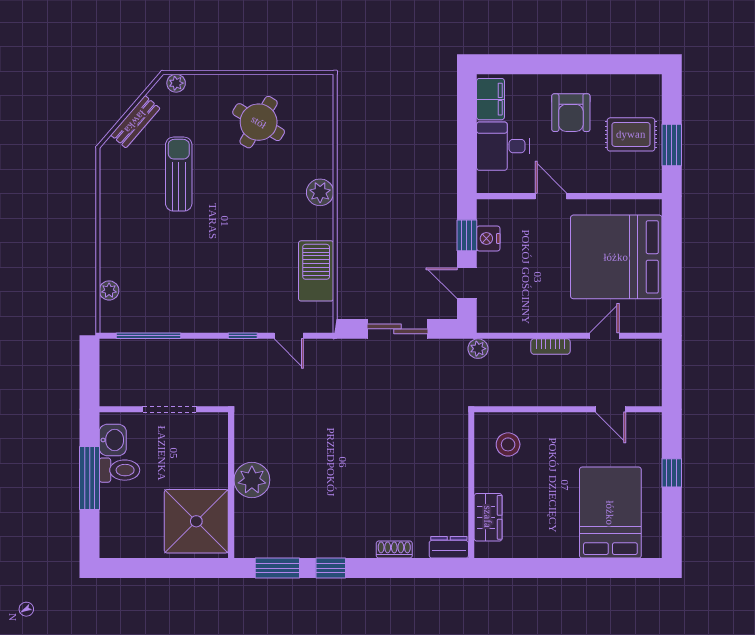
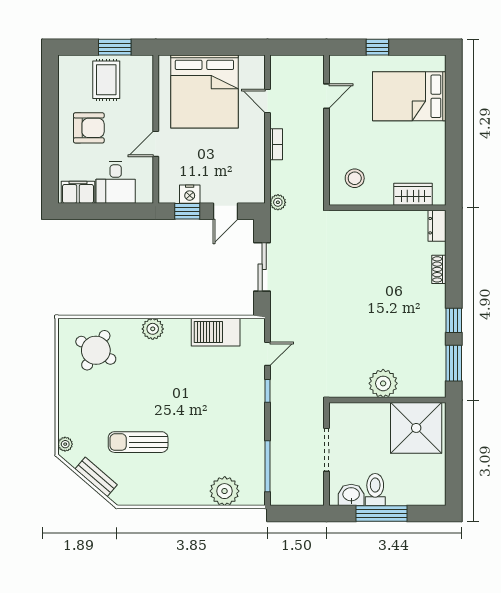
round table: (259, 122) -> (96, 350), moved
plant: (109, 290) -> (225, 491), width x1.88, depth x1.88

